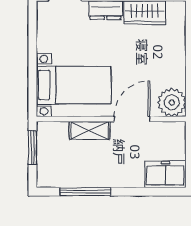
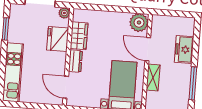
freezer: (165, 174) -> (184, 49), moved

